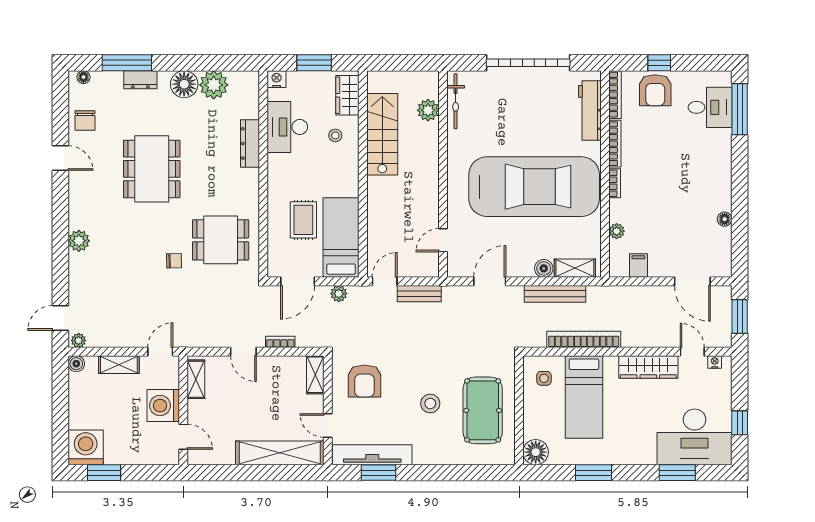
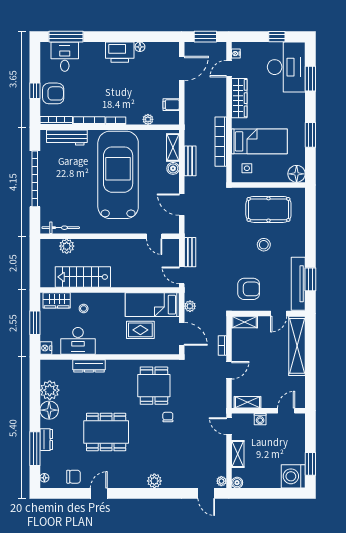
printer: (717, 189) -> (120, 52), added
bench: (555, 294) -> (190, 161), width x0.73
washing machine: (163, 406) -> (260, 419), width x0.53, depth x0.53

